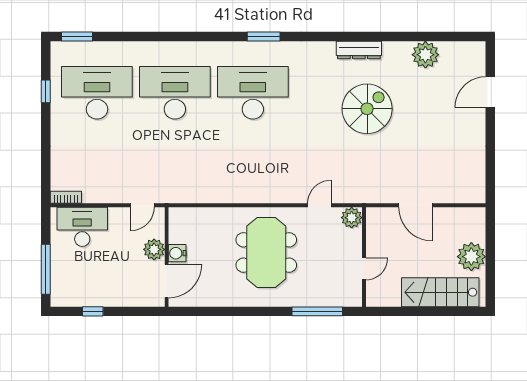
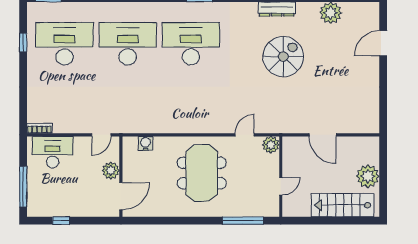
water cooler: (177, 253) -> (145, 143), moved, turned 90

